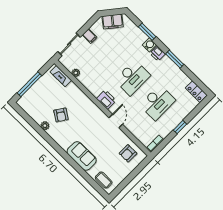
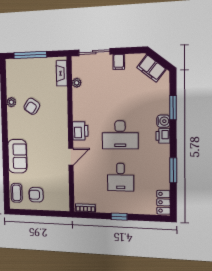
window: (175, 59) -> (173, 170), moved
desk: (157, 103) -> (121, 177), width x0.73
armchair: (128, 153) -> (36, 195), moved

